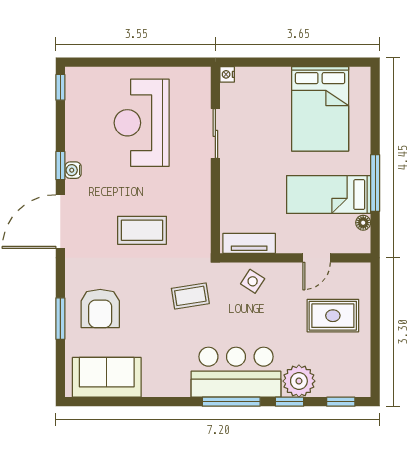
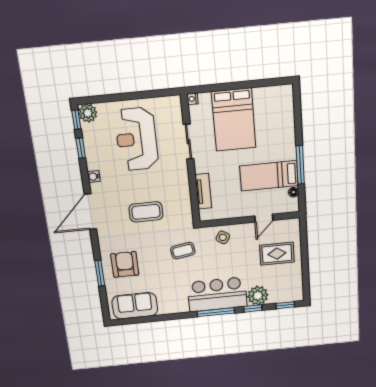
plant: (78, 80) -> (88, 113), added
bed: (320, 109) -> (234, 120), moved
window: (60, 166) -> (81, 148), moved
tv unit: (249, 243) -> (203, 191), moved, turned 90
armchair: (100, 308) -> (125, 264), turned 180

